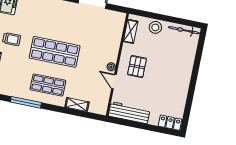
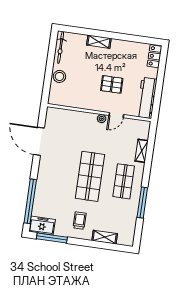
shelving: (131, 31) -> (99, 42), moved
pallet: (137, 67) -> (112, 84), moved

